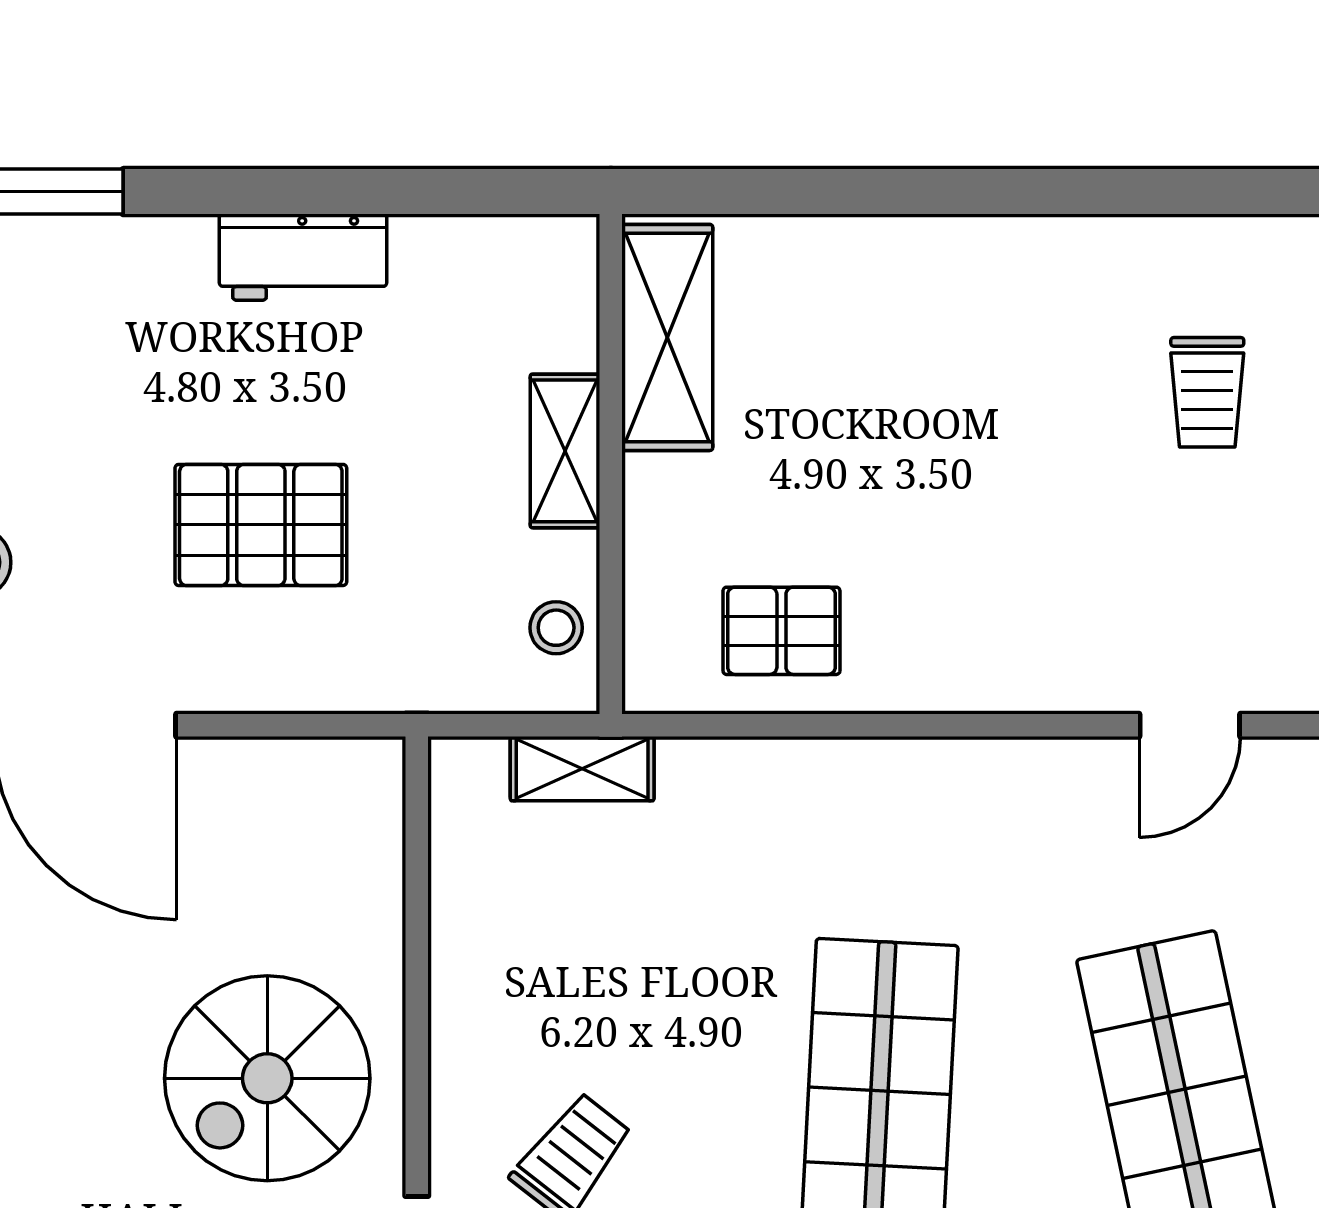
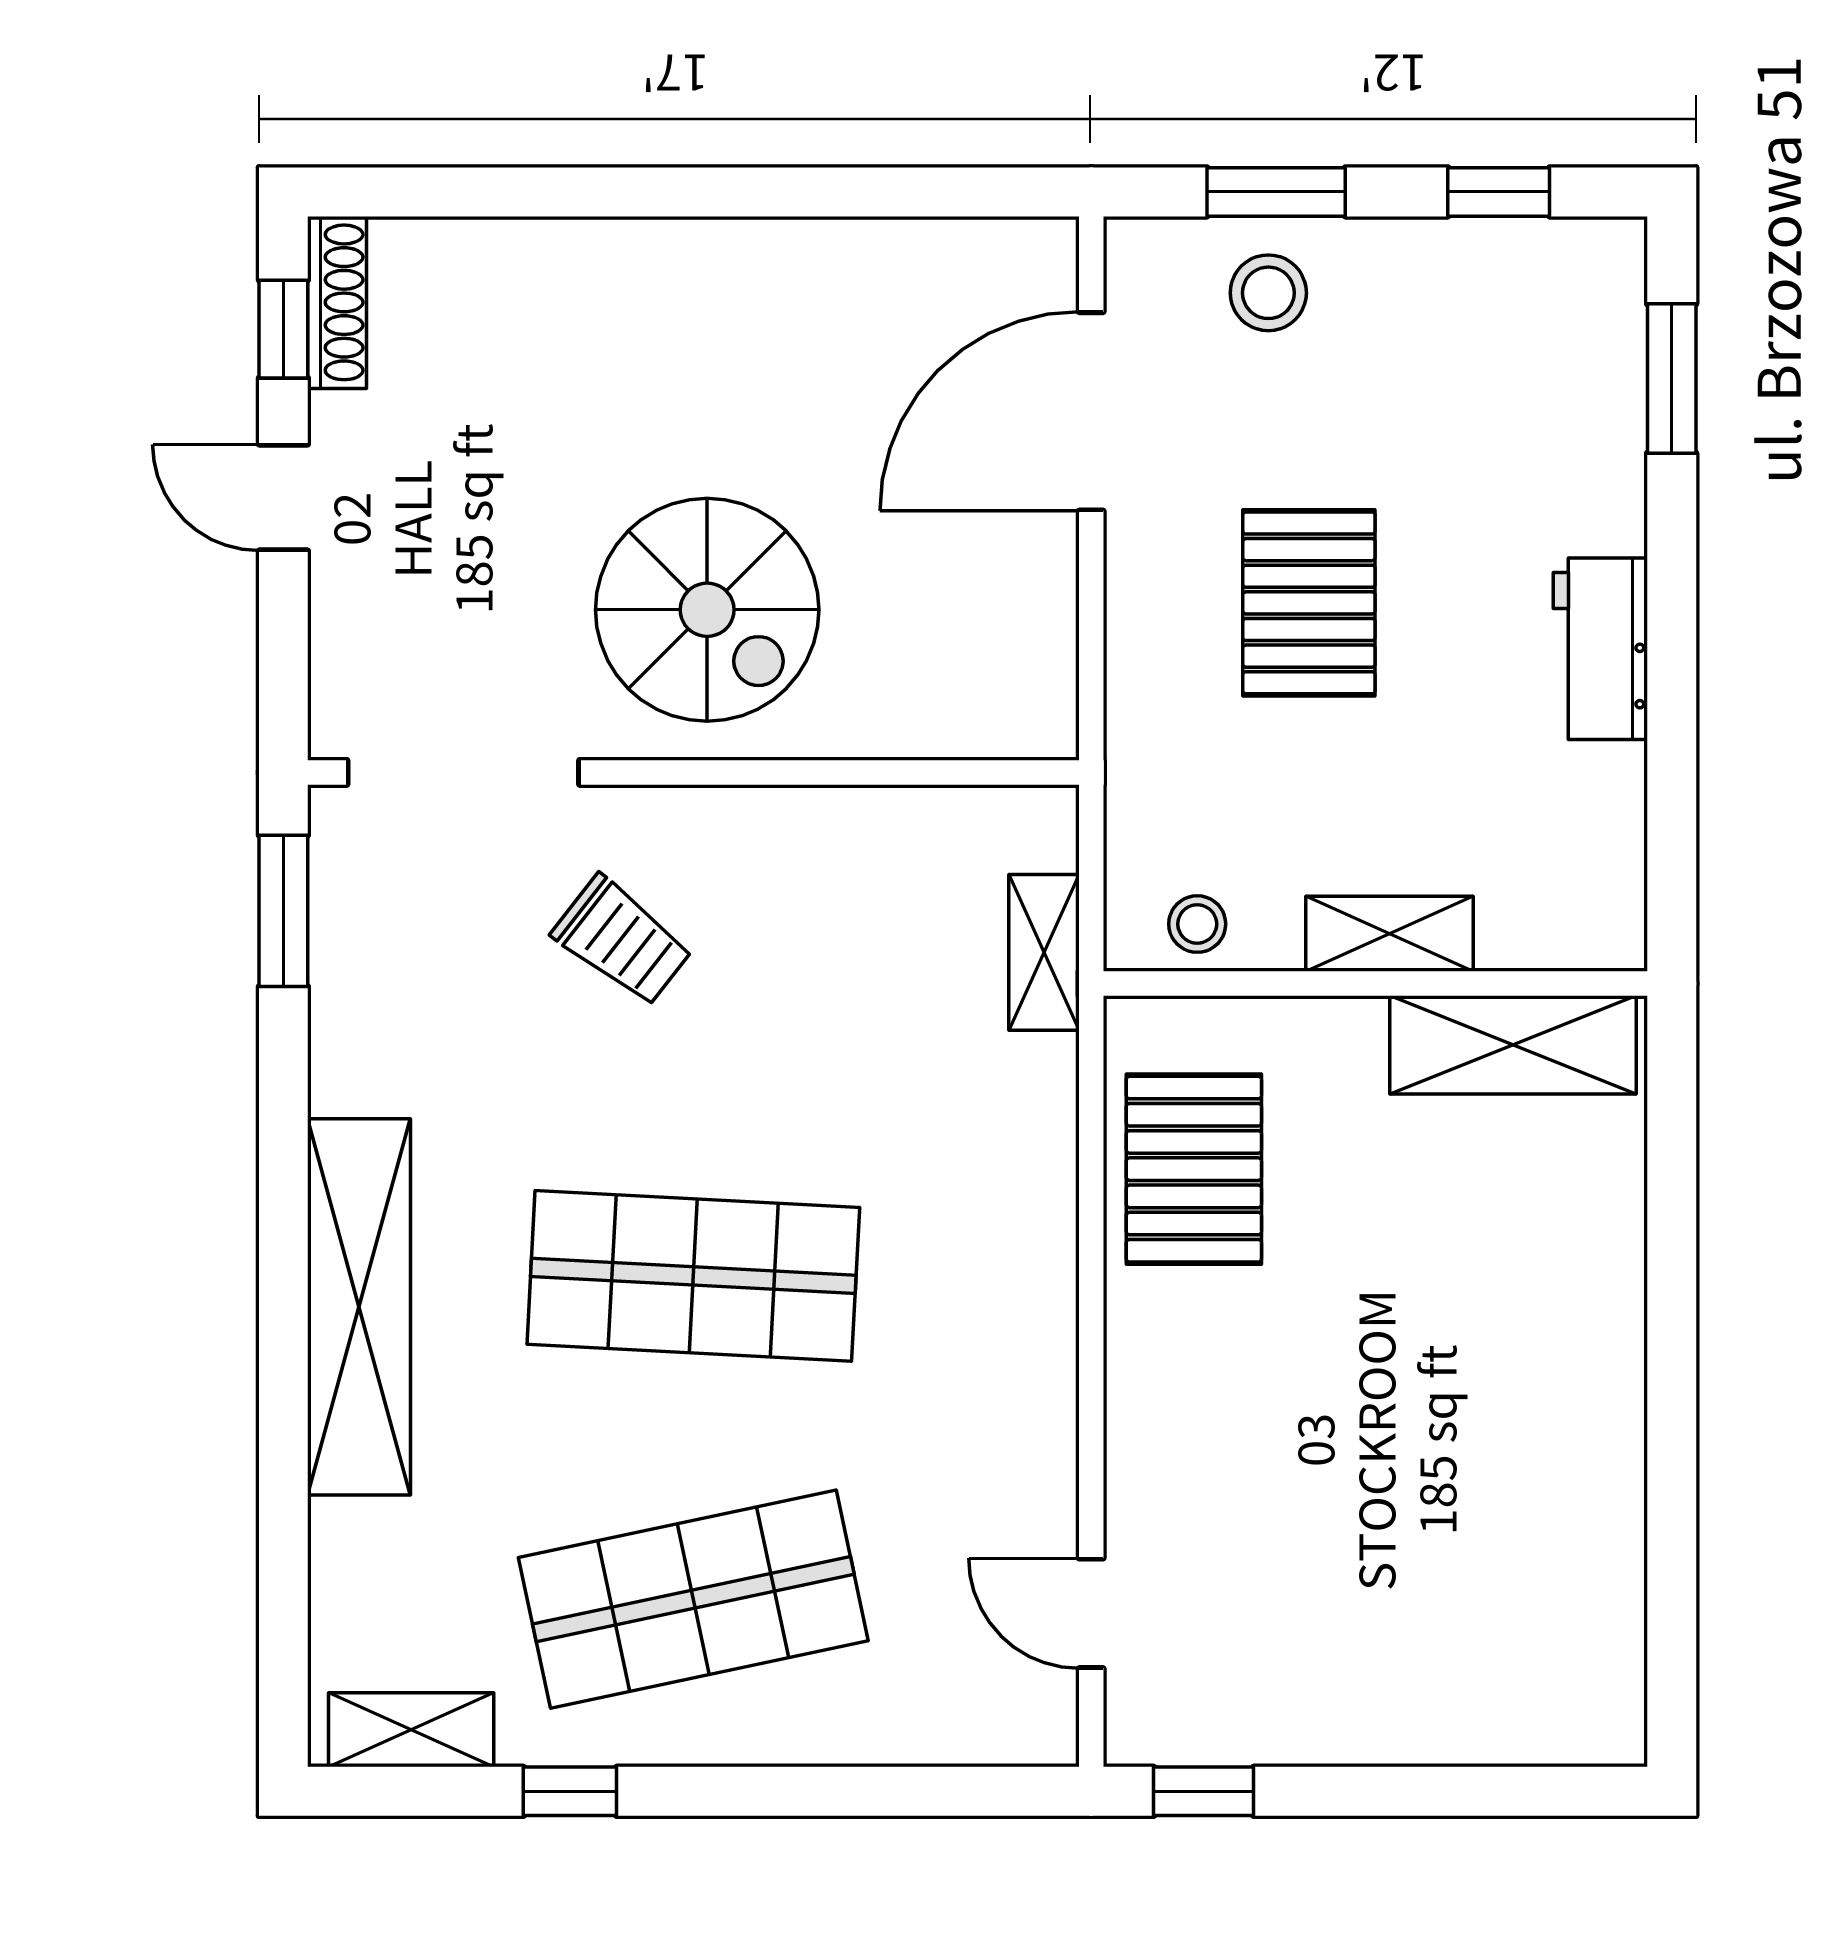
trolley: (1207, 392) -> (1453, 1632), removed
pallet: (781, 631) -> (1194, 1169), width x1.50, depth x1.42
spiral stairs: (267, 1078) -> (707, 610), turned 180

